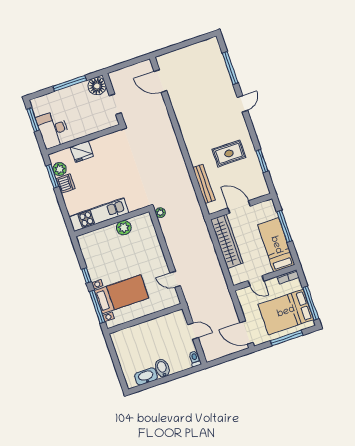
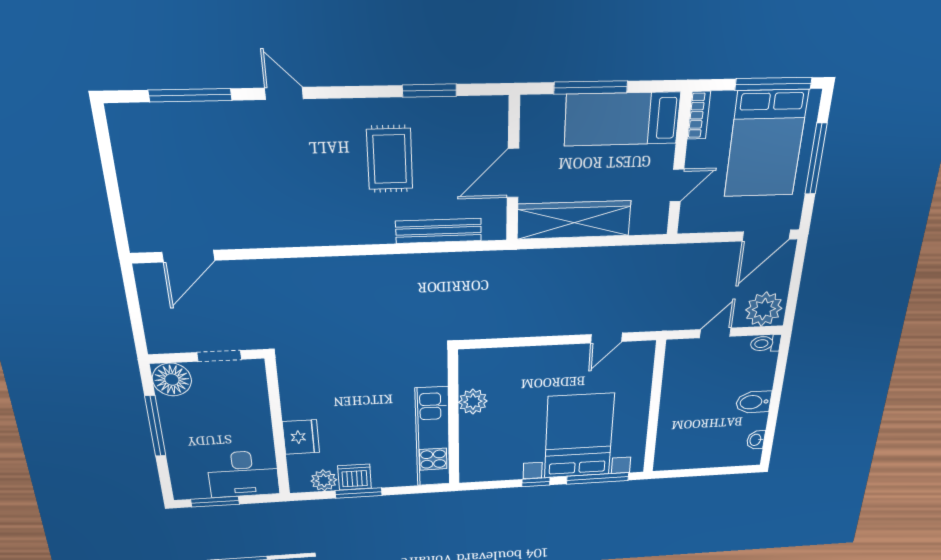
window: (52, 176) -> (359, 493), moved
plant: (160, 213) -> (764, 309), moved, width x1.87, depth x1.87
bed with nightstands: (121, 294) -> (579, 436), width x1.36
washbasin: (146, 376) -> (756, 440), width x0.52, depth x0.69

